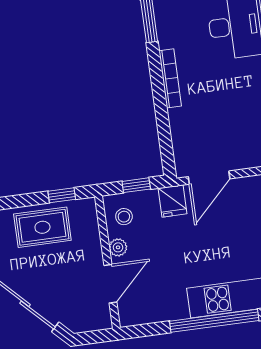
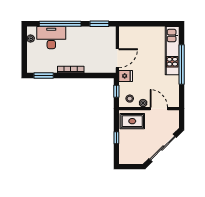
door: (209, 178) -> (117, 58), hinge flipped
window: (62, 195) -> (116, 138), moved
rug: (42, 227) -> (132, 121), moved, turned 90

